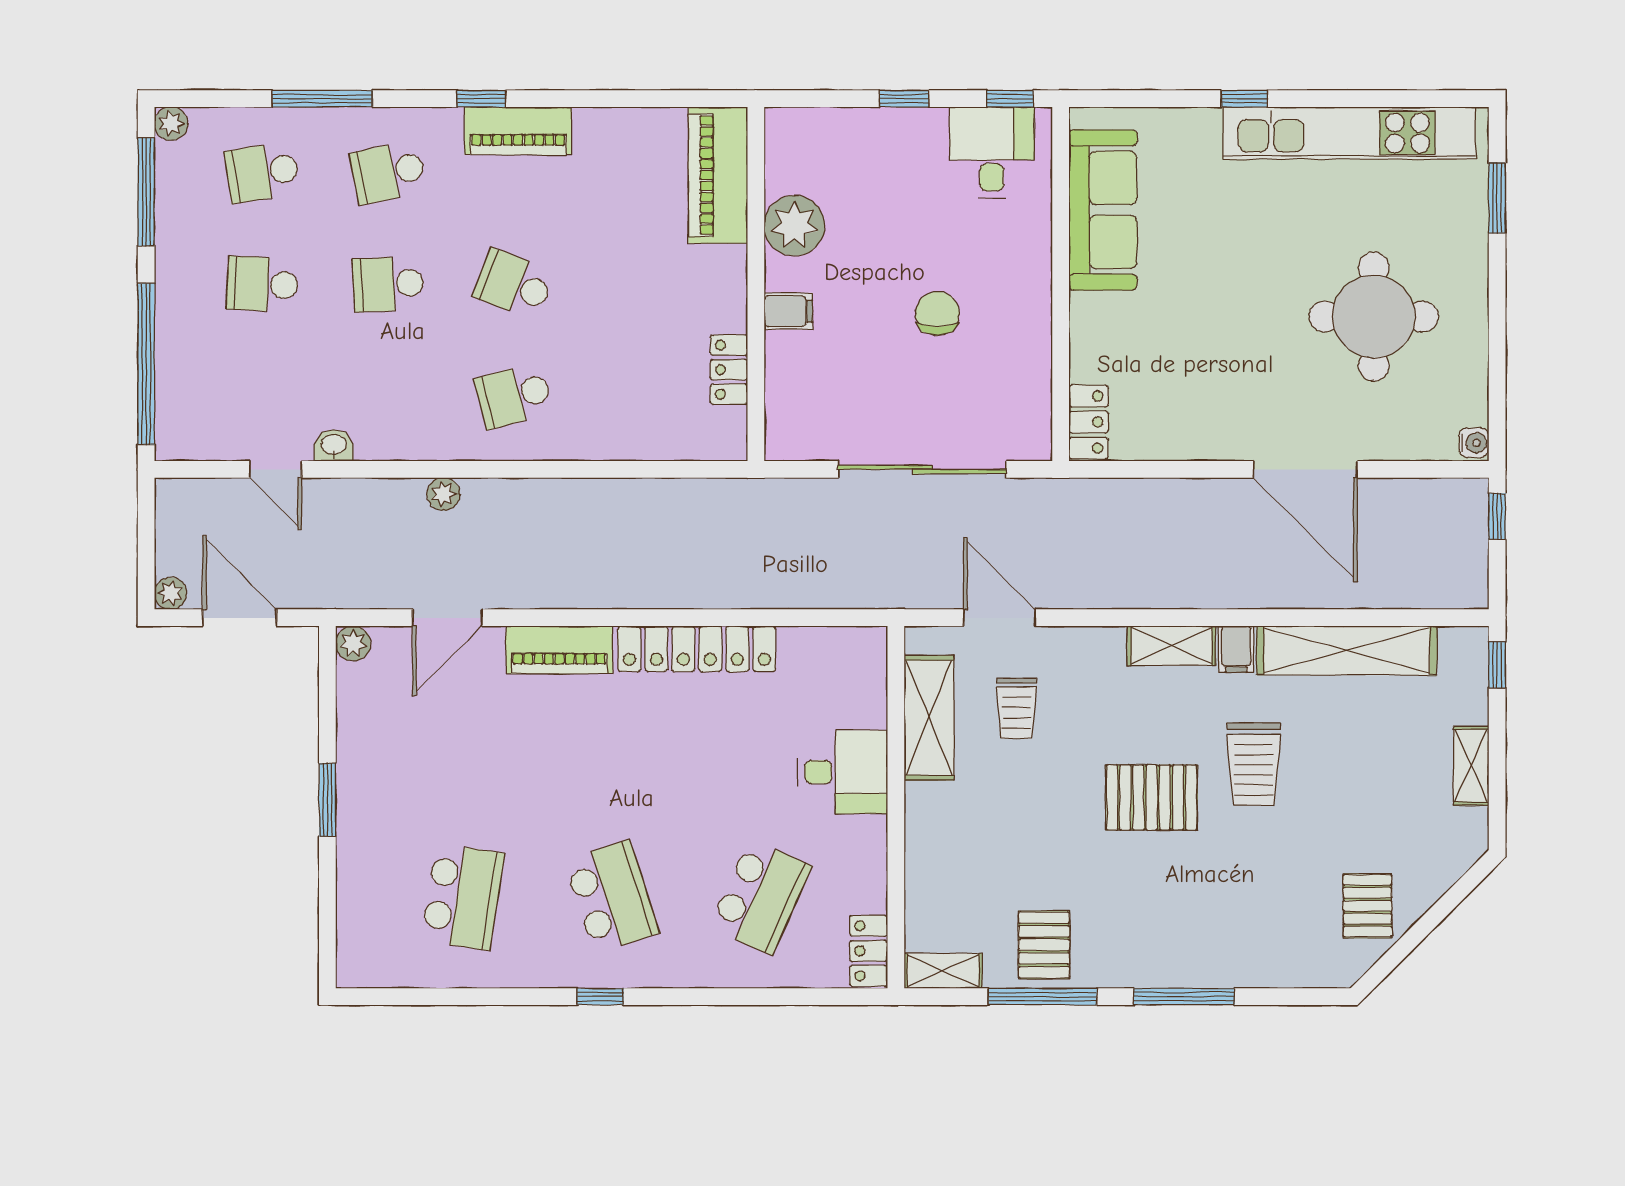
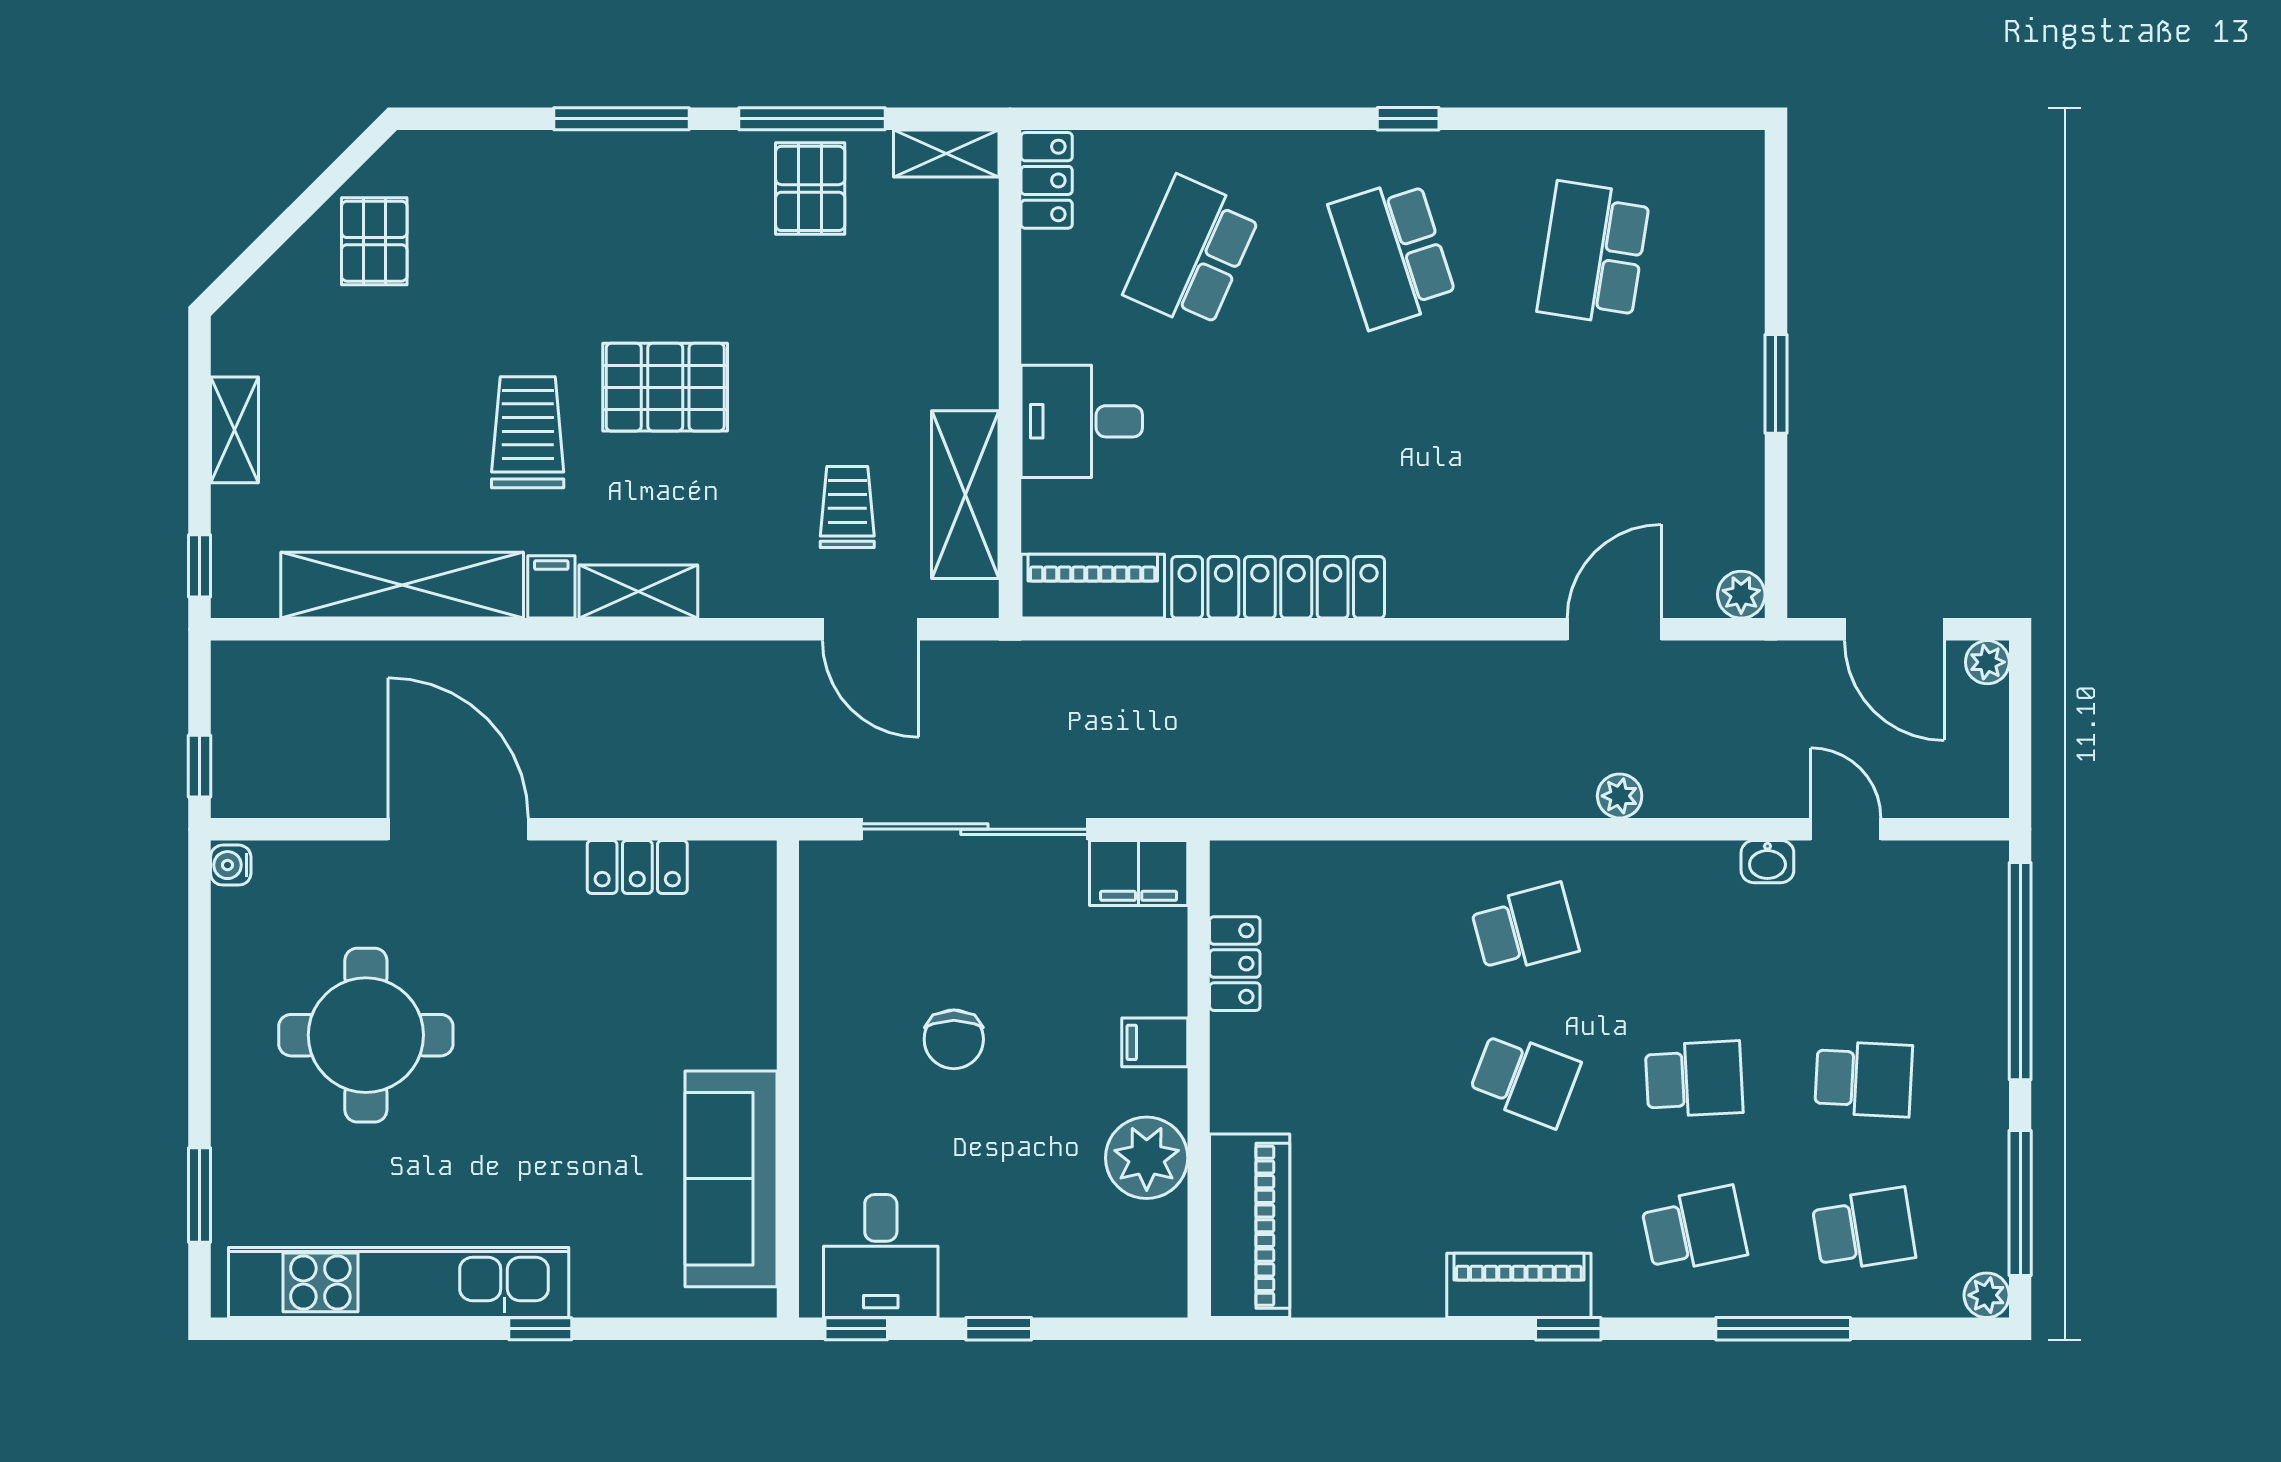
locker: (1089, 422) -> (637, 867), moved, turned -90
filing cabinet: (800, 437) -> (1139, 873), added
piano: (559, 650) -> (1093, 586), moved

